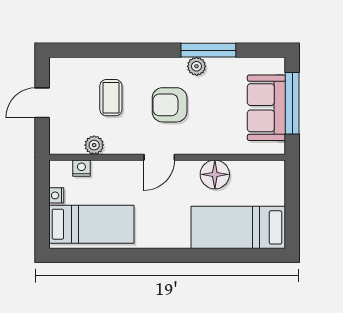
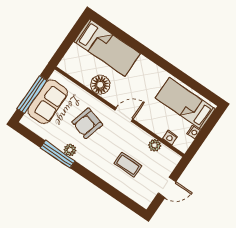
coffee table: (111, 98) -> (128, 165), turned 90
armchair: (170, 105) -> (87, 123), moved, turned 106

